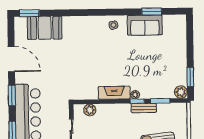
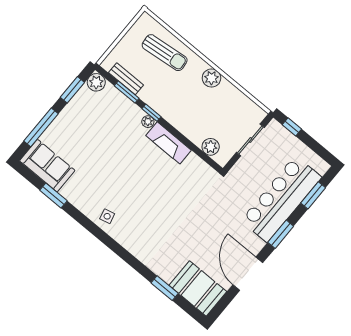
window: (29, 13) -> (165, 288), moved
sofa: (145, 25) -> (47, 166), moved
booth: (45, 28) -> (198, 288), moved
window: (190, 42) -> (41, 127), added
bench: (144, 108) -> (126, 79), moved

